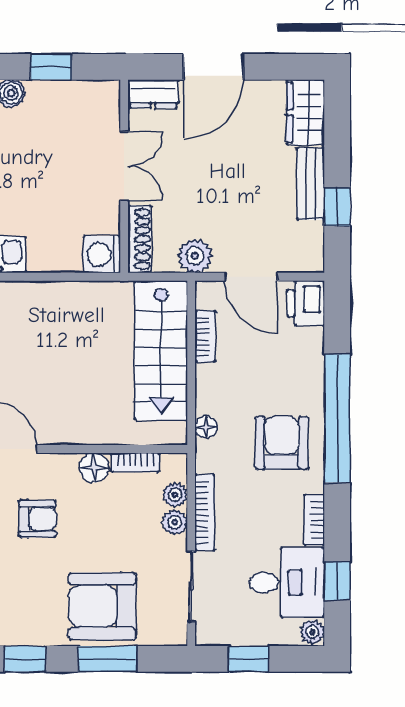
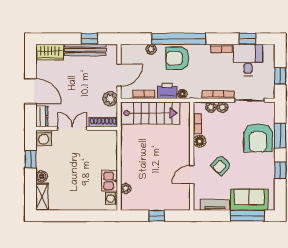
bench: (311, 184) -> (85, 50), width x1.36
washing machine: (102, 254) -> (44, 138), moved
printer: (306, 303) -> (167, 91), moved, turned 180
armchair: (282, 443) -> (177, 58), moved
armchair: (37, 519) -> (221, 165), turned -137
plant: (312, 632) -> (151, 49), moved

